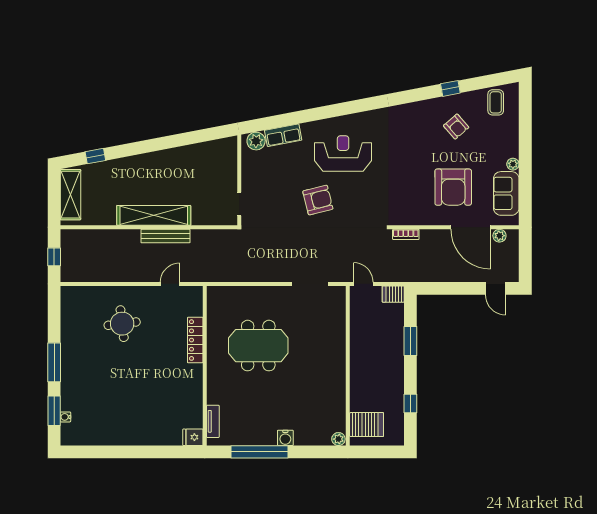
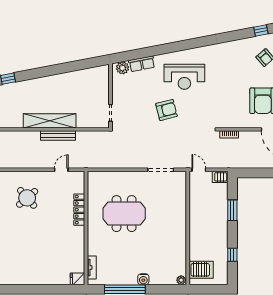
reception desk: (343, 153) -> (184, 77), turned 180
round table: (122, 324) -> (27, 198), turned -34

